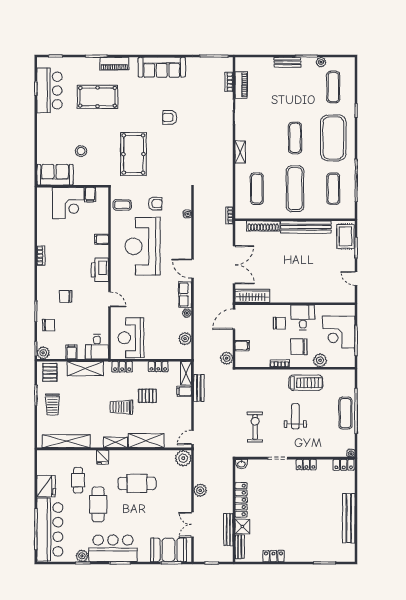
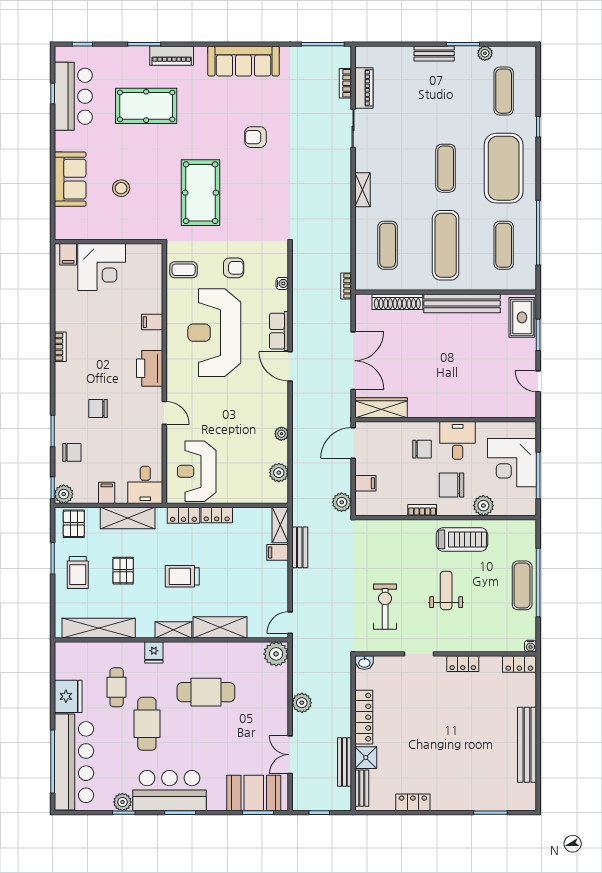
sofa: (55, 175) -> (70, 179), moved, turned 90
filing cabinet: (90, 195) -> (68, 254), moved
row of seats: (185, 295) -> (279, 331), moved
locker: (158, 367) -> (217, 515), moved
pallet: (147, 396) -> (123, 571), moved, turned 90

